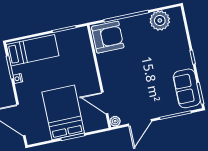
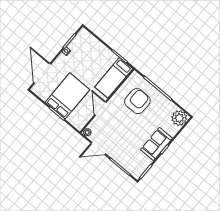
plant: (160, 20) -> (179, 118), moved
armchair: (108, 37) -> (137, 101), moved, turned -90
bed: (33, 50) -> (114, 78), moved, turned 90
sofa: (187, 88) -> (156, 144), moved
door: (105, 103) -> (100, 109), moved

